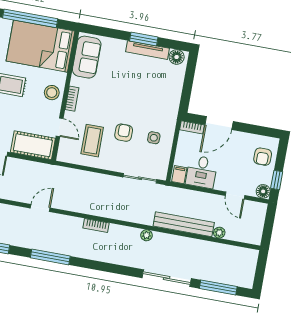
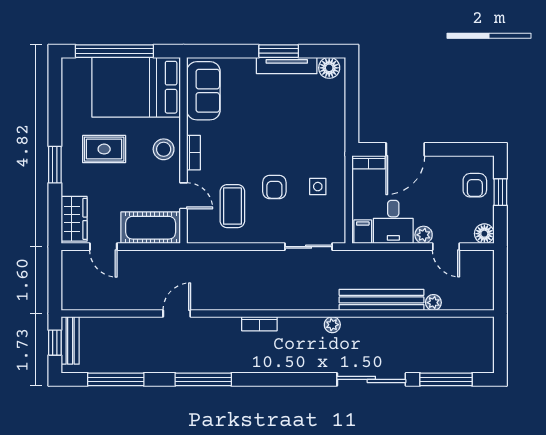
armchair: (124, 133) -> (274, 187), turned 180
window: (277, 180) -> (500, 192), moved
plant: (221, 185) -> (424, 235), added

